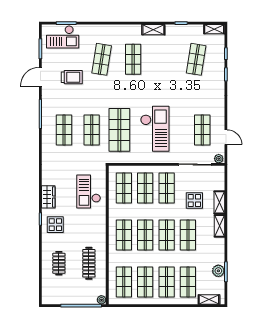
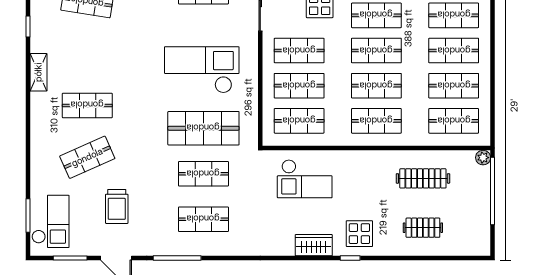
shop shelf: (102, 59) -> (87, 157), turned -33
trolley: (72, 77) -> (117, 206), turned 180

